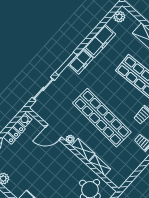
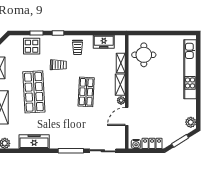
freezer: (81, 61) -> (104, 42), moved, turned 180
shop shelf: (102, 118) -> (86, 92), width x0.50, depth x0.74
door: (54, 132) -> (127, 116), swing flipped

